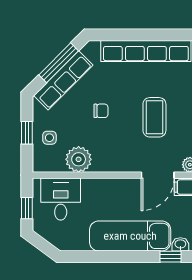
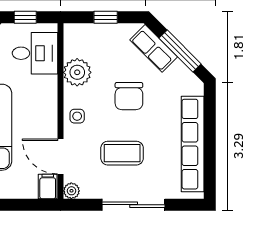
row of seats: (63, 80) -> (154, 48), width x0.68
chair: (101, 111) -> (129, 96), width x1.87, depth x1.87
side table: (49, 138) -> (77, 116), moved

